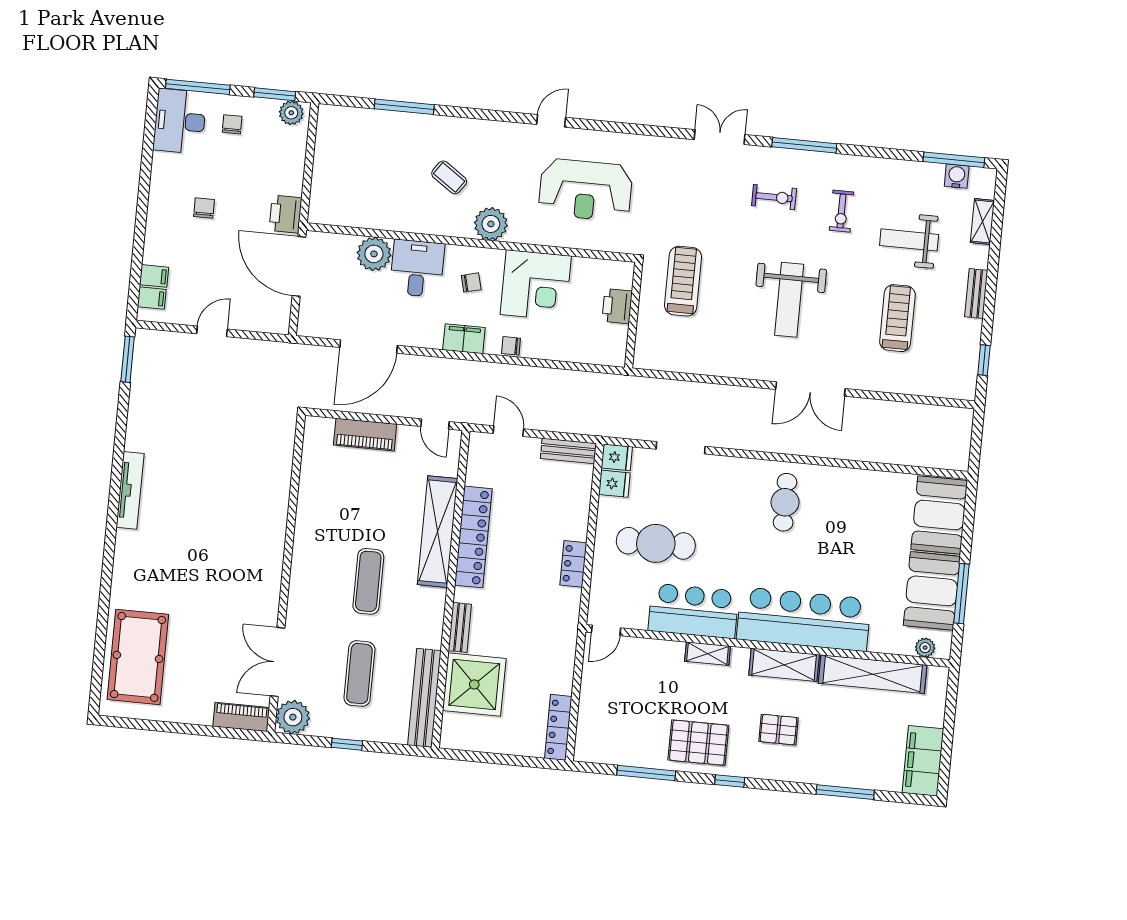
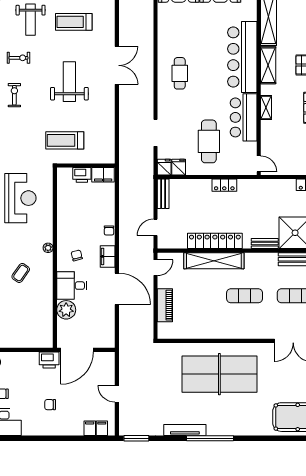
plant: (491, 224) -> (48, 248), width x0.53, depth x0.53
corner desk: (536, 285) -> (75, 220), removed
weight bench: (789, 300) -> (69, 82), turned -90
filing cabinet: (614, 345) -> (103, 175), added
door: (369, 346) -> (117, 289), moved
tv unit: (130, 490) -> (185, 430), moved
window: (115, 493) -> (210, 438), added
cafe table: (785, 502) -> (180, 73), turned 90
table tennis table: (230, 522) -> (219, 374), added

